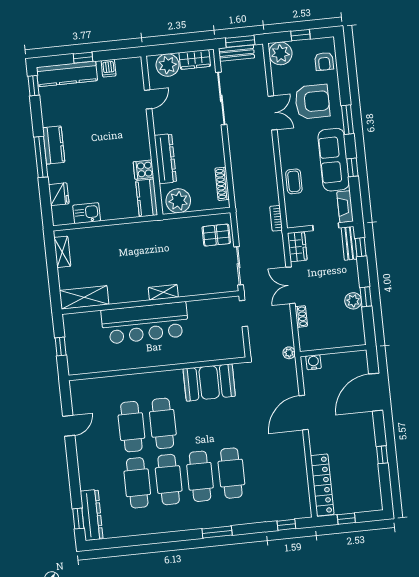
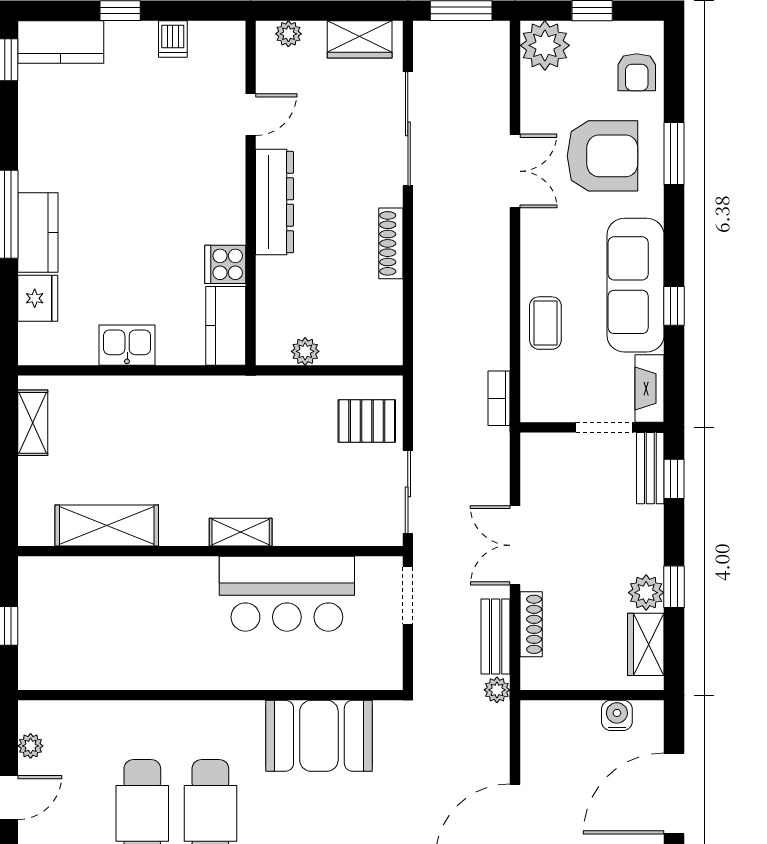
bench: (236, 53) -> (496, 637), moved, turned 90
plant: (168, 65) -> (288, 34), width x0.53, depth x0.53
kitchen counter: (67, 74) -> (61, 42), width x0.67
window: (347, 120) -> (674, 153), moved
kitchen counter: (54, 145) -> (38, 233), moved
dresser: (165, 159) -> (274, 202), moved
shoe rack: (222, 184) -> (391, 243), moved
plant: (178, 201) -> (305, 351), width x0.53, depth x0.53
kitchen sink: (87, 213) -> (127, 345), moved
wardrobe: (297, 247) -> (646, 644), moved, turned 180
shelving: (84, 297) -> (107, 526), moved
shoe rack: (301, 316) -> (531, 624), width x1.43
bar counter: (145, 323) -> (287, 594), moved, width x0.73
water cooler: (313, 362) -> (617, 715), moved
plant: (77, 401) -> (31, 746), added

